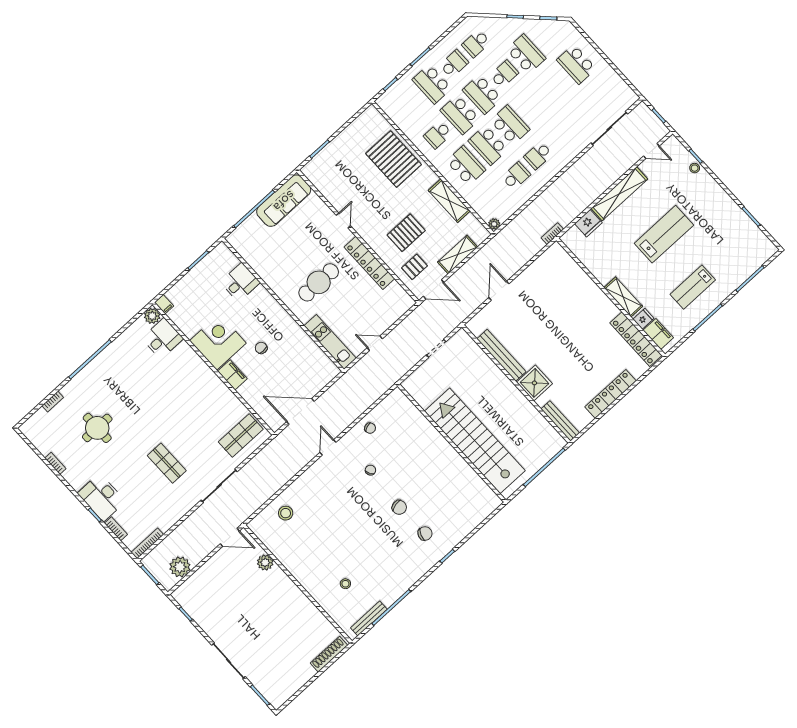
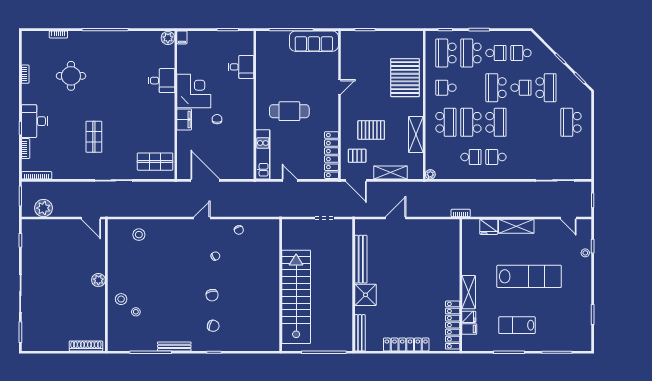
school desk: (460, 115) -> (446, 53), moved
shelving: (619, 194) -> (516, 226), width x0.68
lab bench: (664, 234) -> (529, 276), width x1.36
locker: (369, 263) -> (331, 155), moved
filing cabinet: (658, 334) -> (469, 329), width x0.50
desk: (162, 339) -> (162, 81), moved
plant: (265, 562) -> (98, 280), moved
stool: (322, 584) -> (121, 299), added
bench: (369, 619) -> (174, 346), moved

